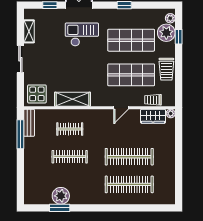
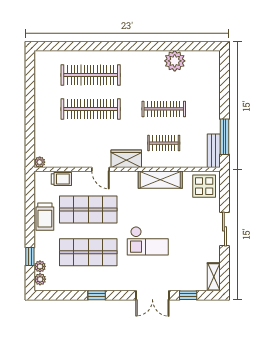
shelving: (29, 31) -> (214, 277), moved
plant: (166, 33) -> (40, 266), width x0.53, depth x0.53
checkout: (82, 35) -> (148, 241), moved
trolley: (166, 69) -> (45, 217), turned 180
door: (121, 108) -> (101, 169), swing flipped
wardrobe: (153, 116) -> (126, 159), moved
window: (60, 208) -> (176, 46), removed

